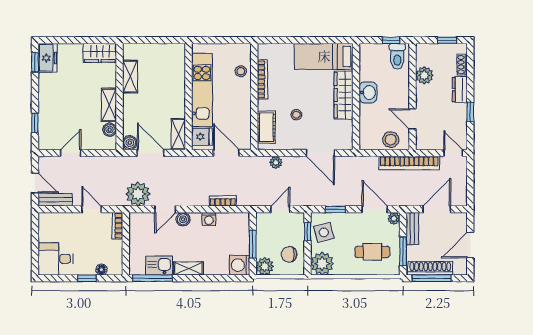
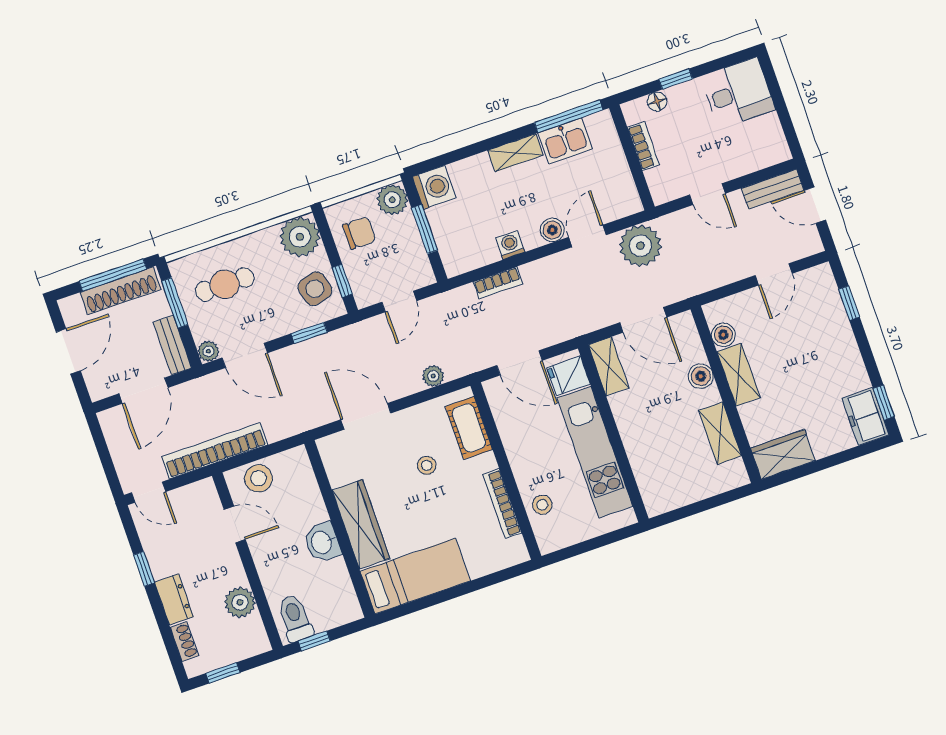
boiler: (130, 143) -> (701, 376), moved
bookcase: (117, 226) -> (643, 146), moved

